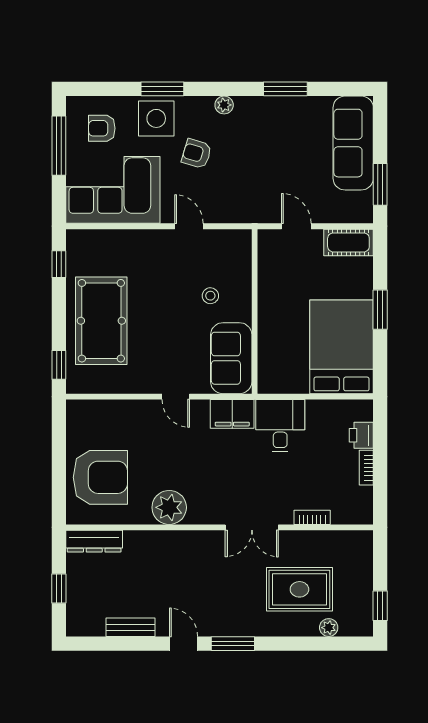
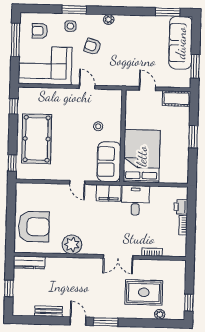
window: (285, 89) -> (168, 12), moved
side table: (156, 118) -> (70, 26), width x0.54, depth x0.54
bed: (341, 347) -> (142, 156), moved

